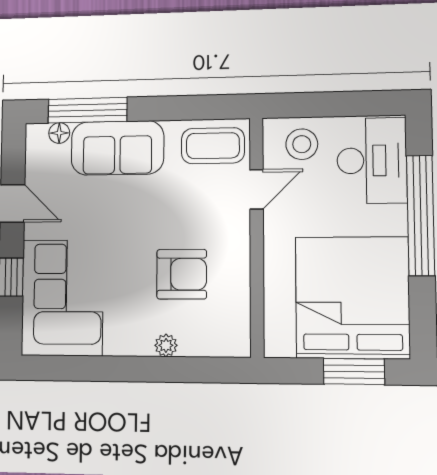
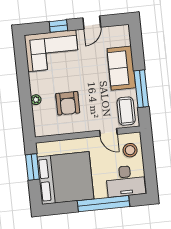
window: (87, 110) -> (141, 89), moved
floor lamp: (59, 133) -> (126, 40), removed
window: (354, 372) -> (32, 167), moved

